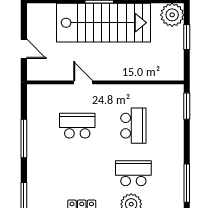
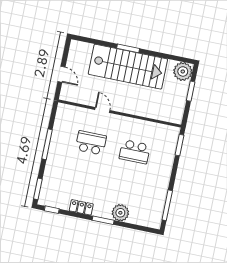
school desk: (133, 126) -> (135, 152), turned 90
school desk: (133, 173) -> (127, 189), removed

